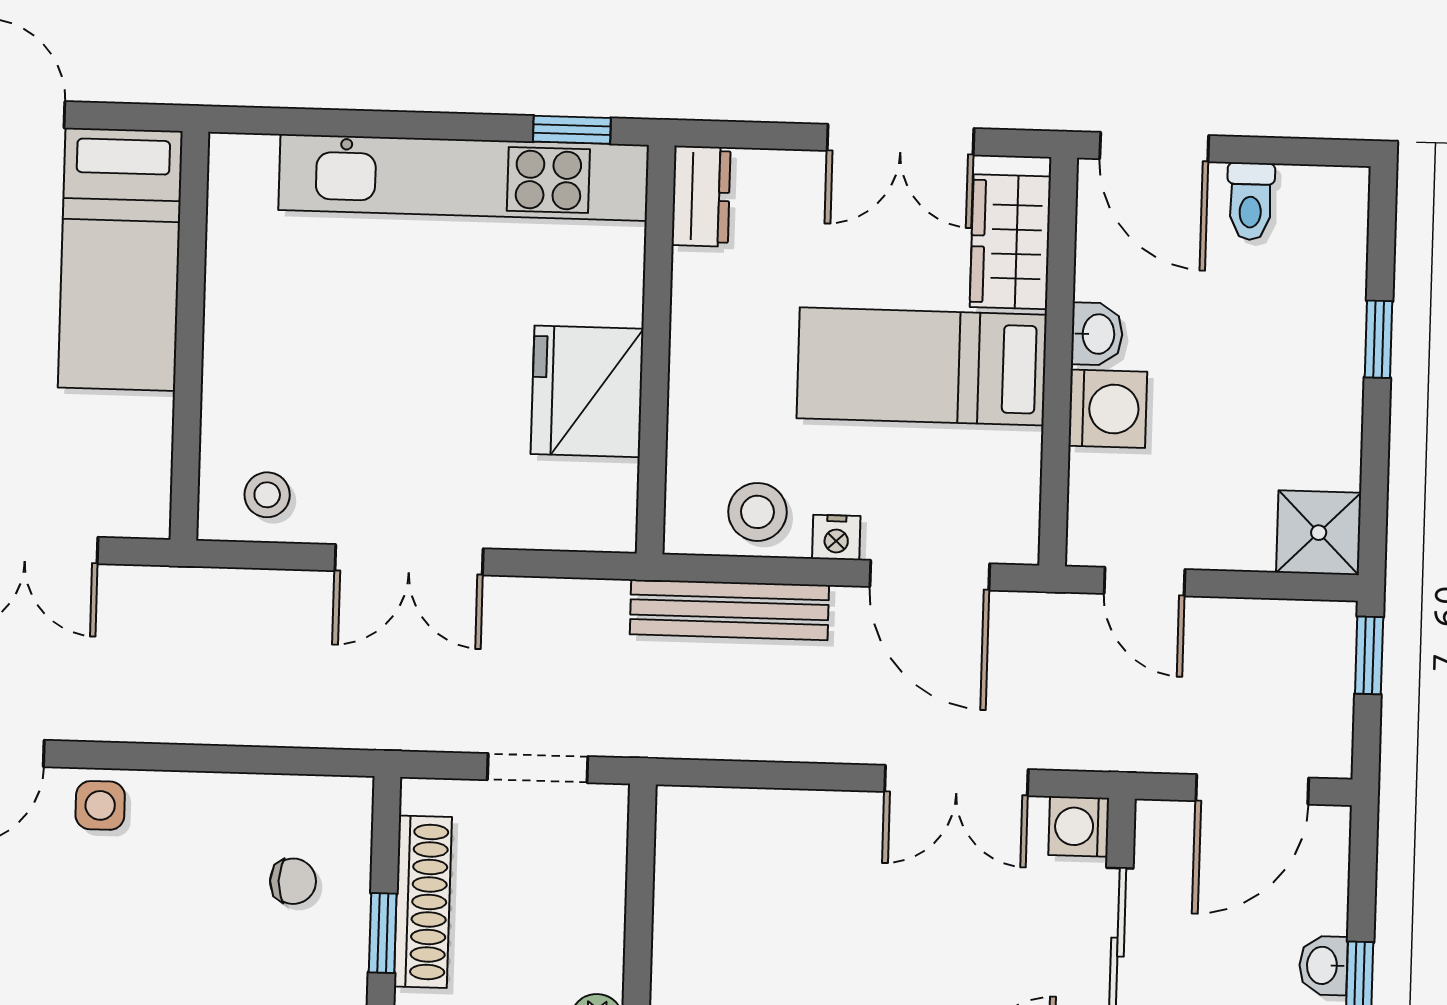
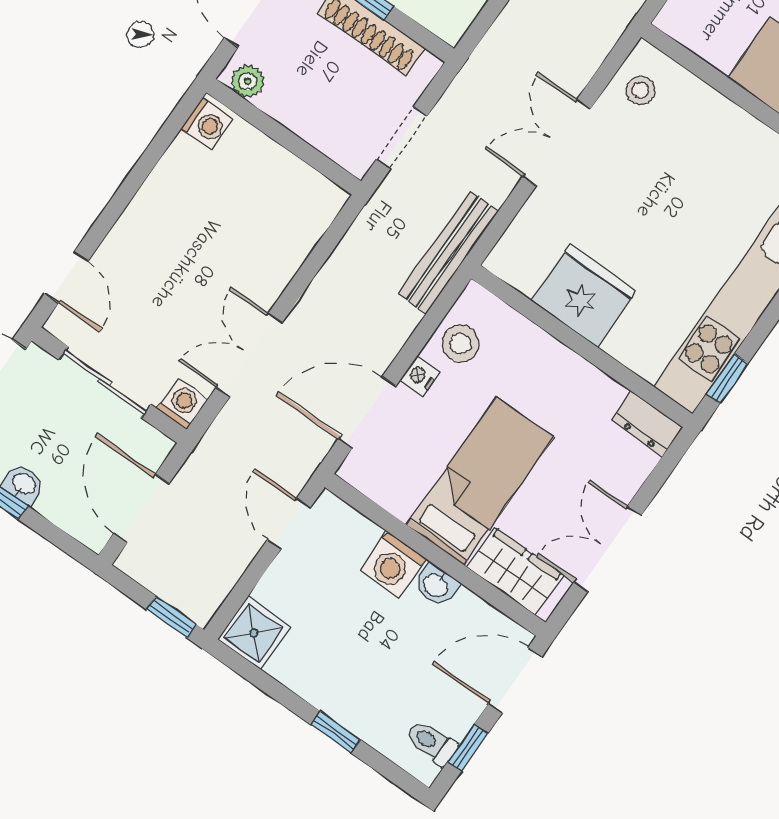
window: (1284, 151) -> (468, 748), added
toilet: (1250, 201) -> (432, 743), moved
door: (1144, 582) -> (289, 524), hinge flipped
bench: (729, 610) -> (448, 252), moved

